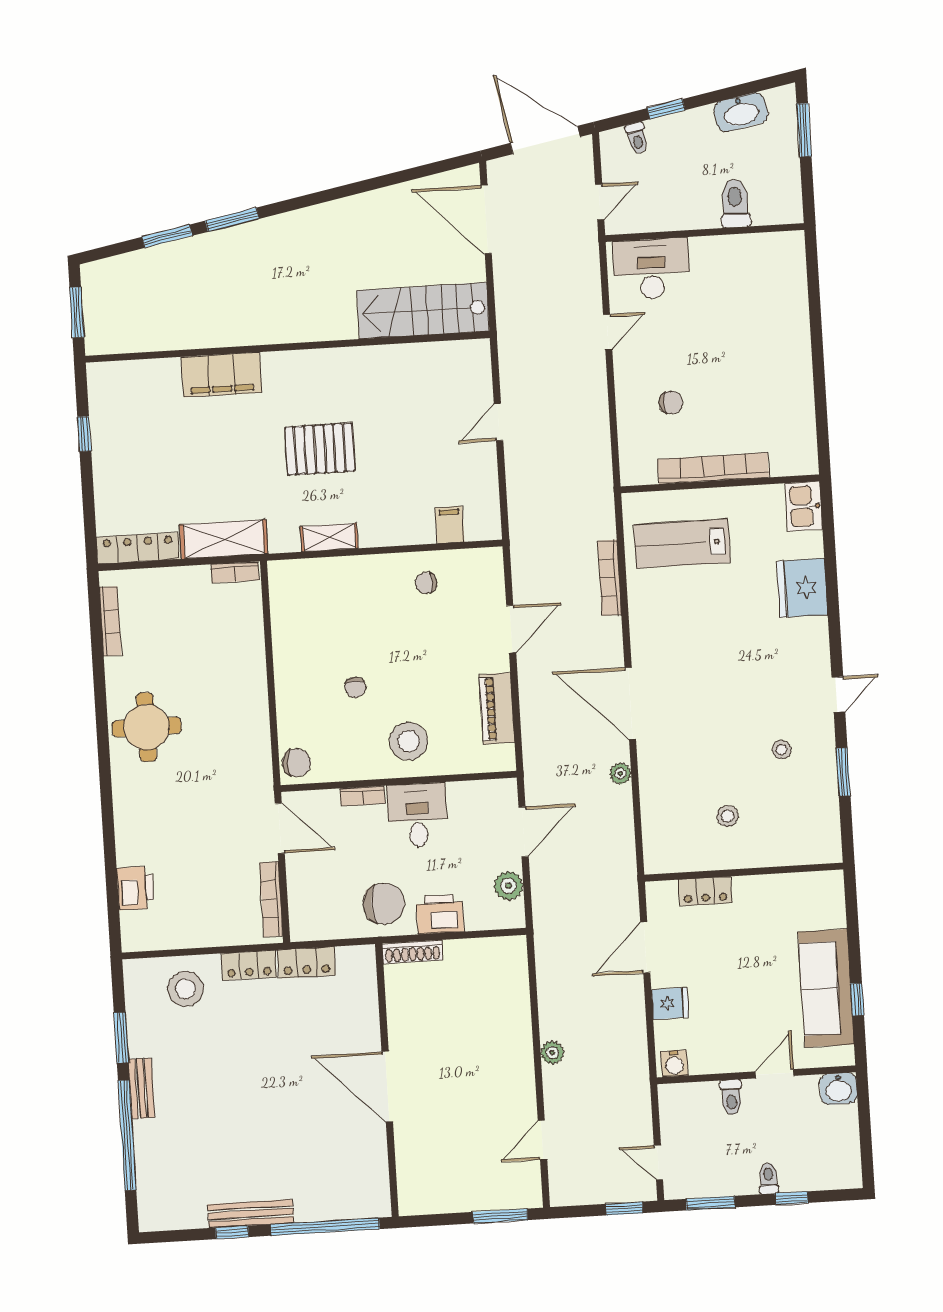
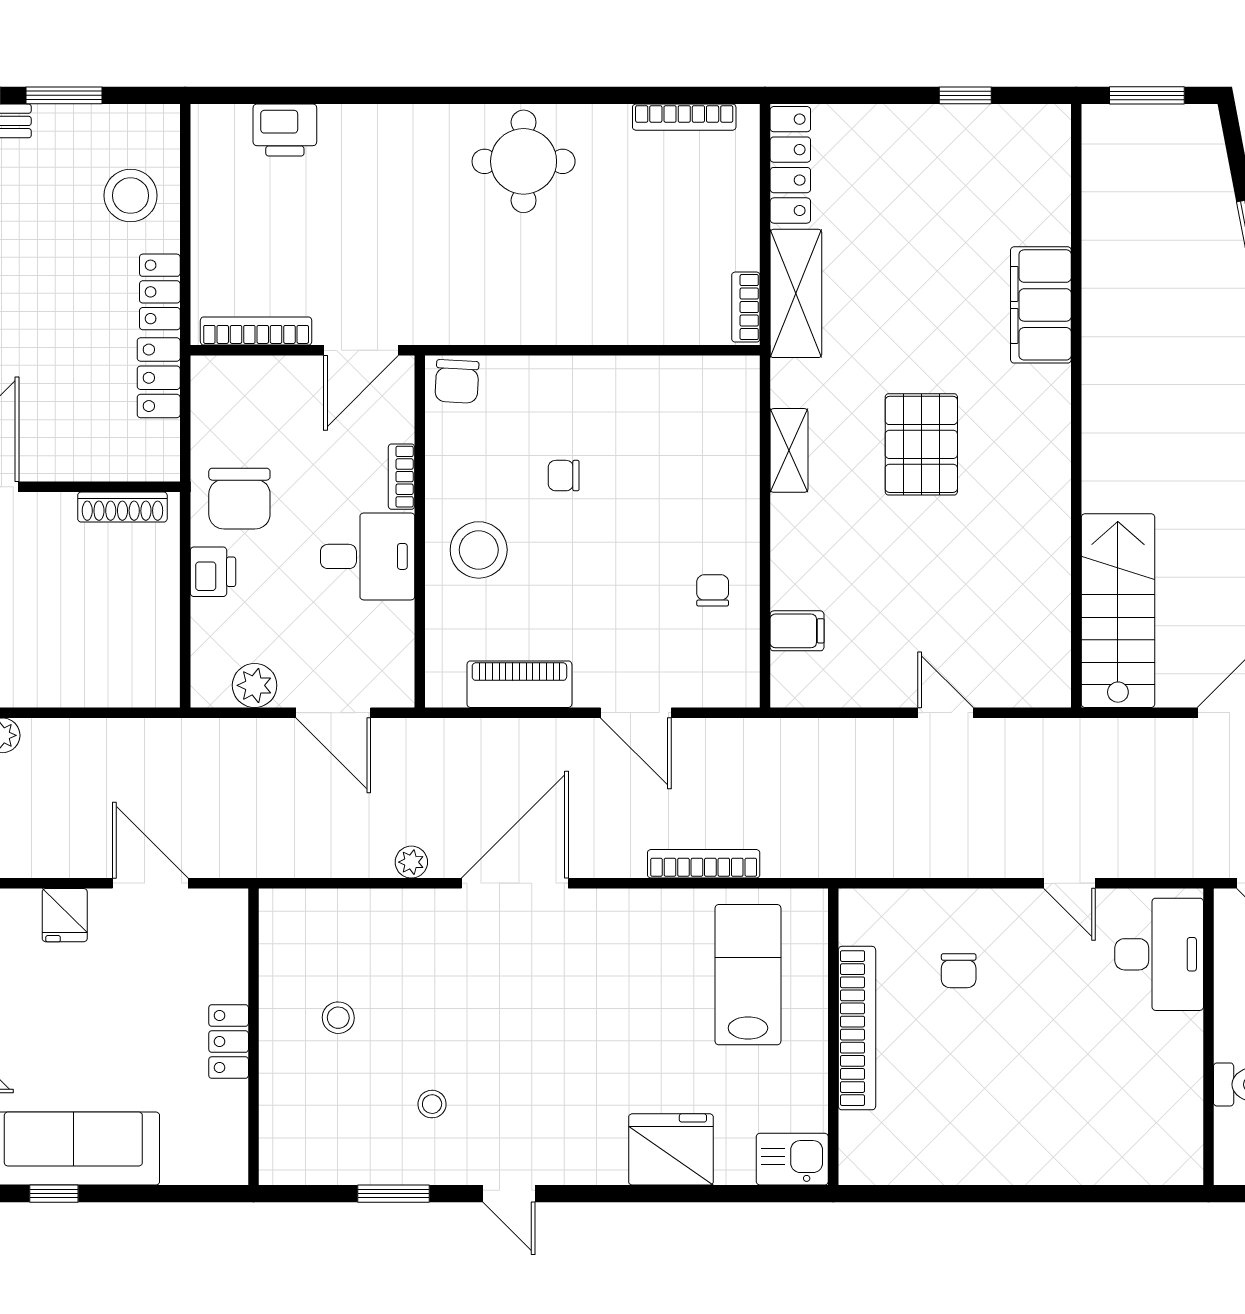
locker: (705, 891) -> (229, 1042), moved
printer: (440, 914) -> (213, 572), width x0.73, depth x0.81
shoe rack: (412, 952) -> (122, 507), moved, turned -90

